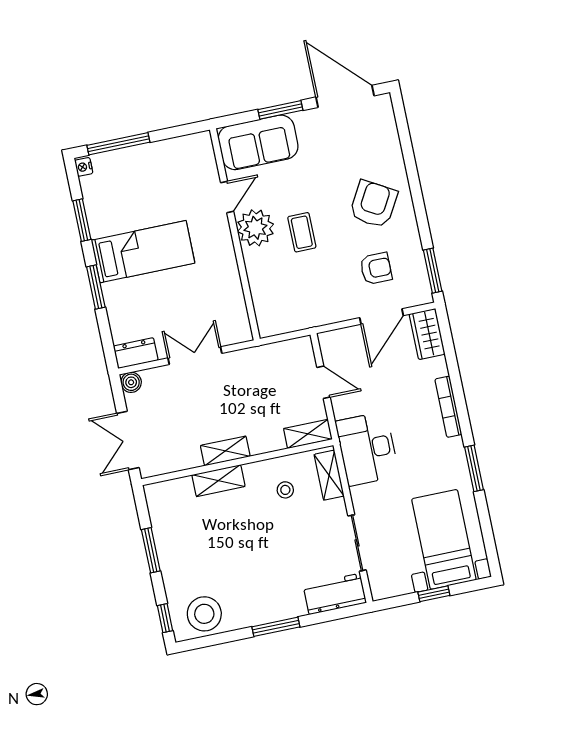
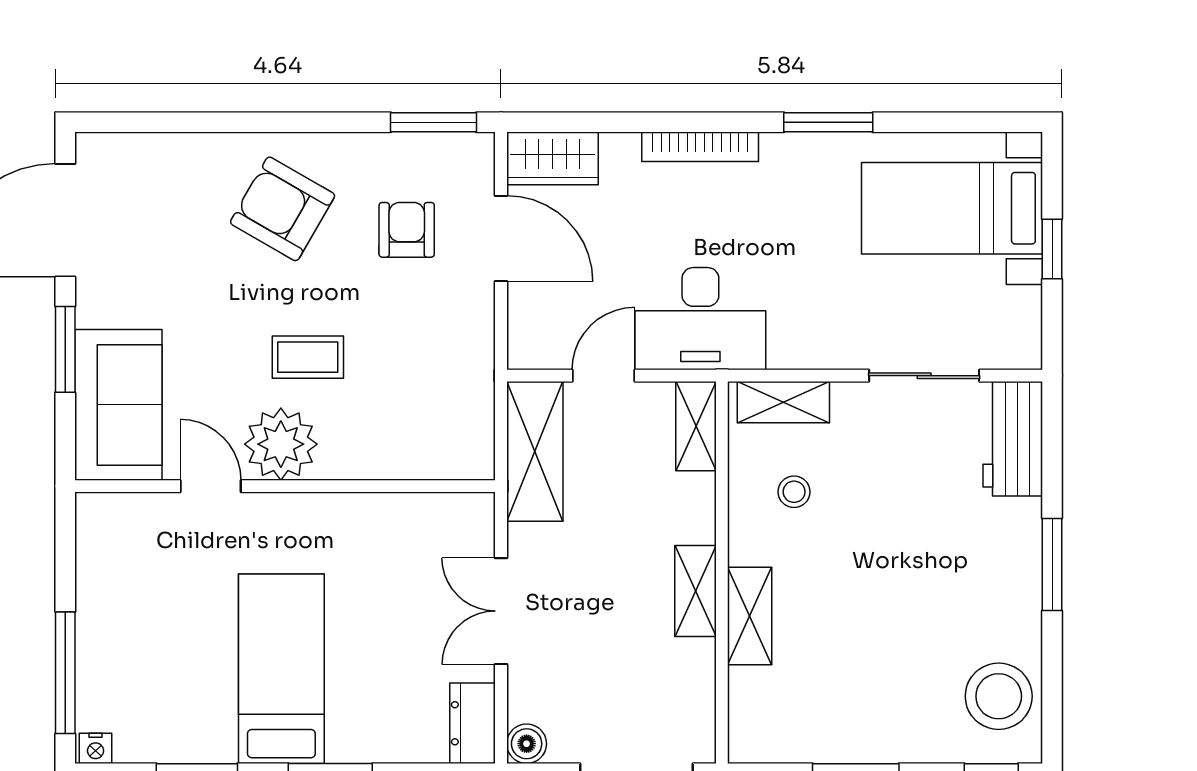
shelving: (278, 356) -> (535, 451), added
desk: (367, 449) -> (700, 319), moved

